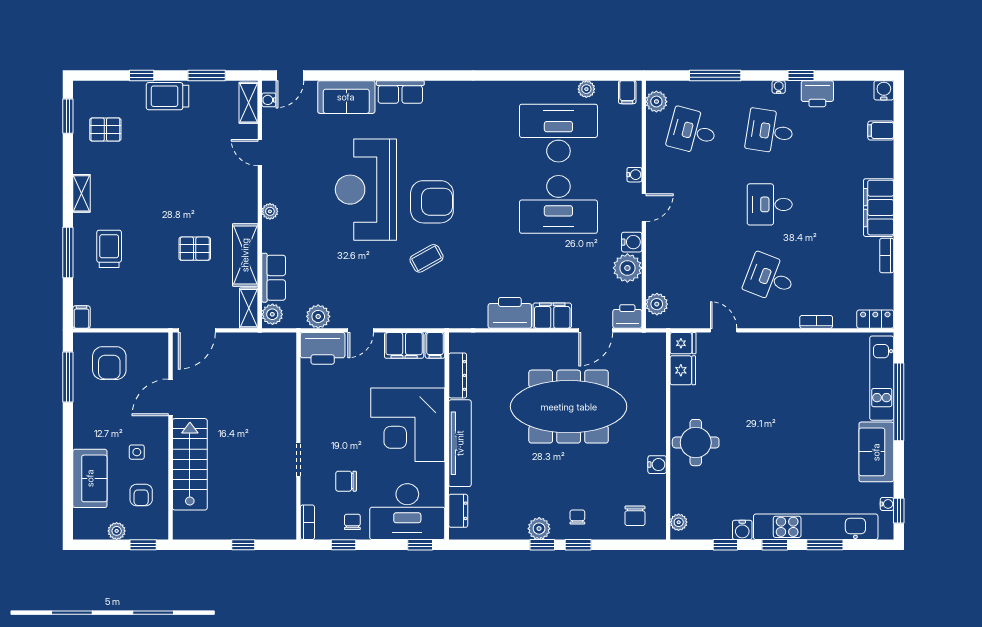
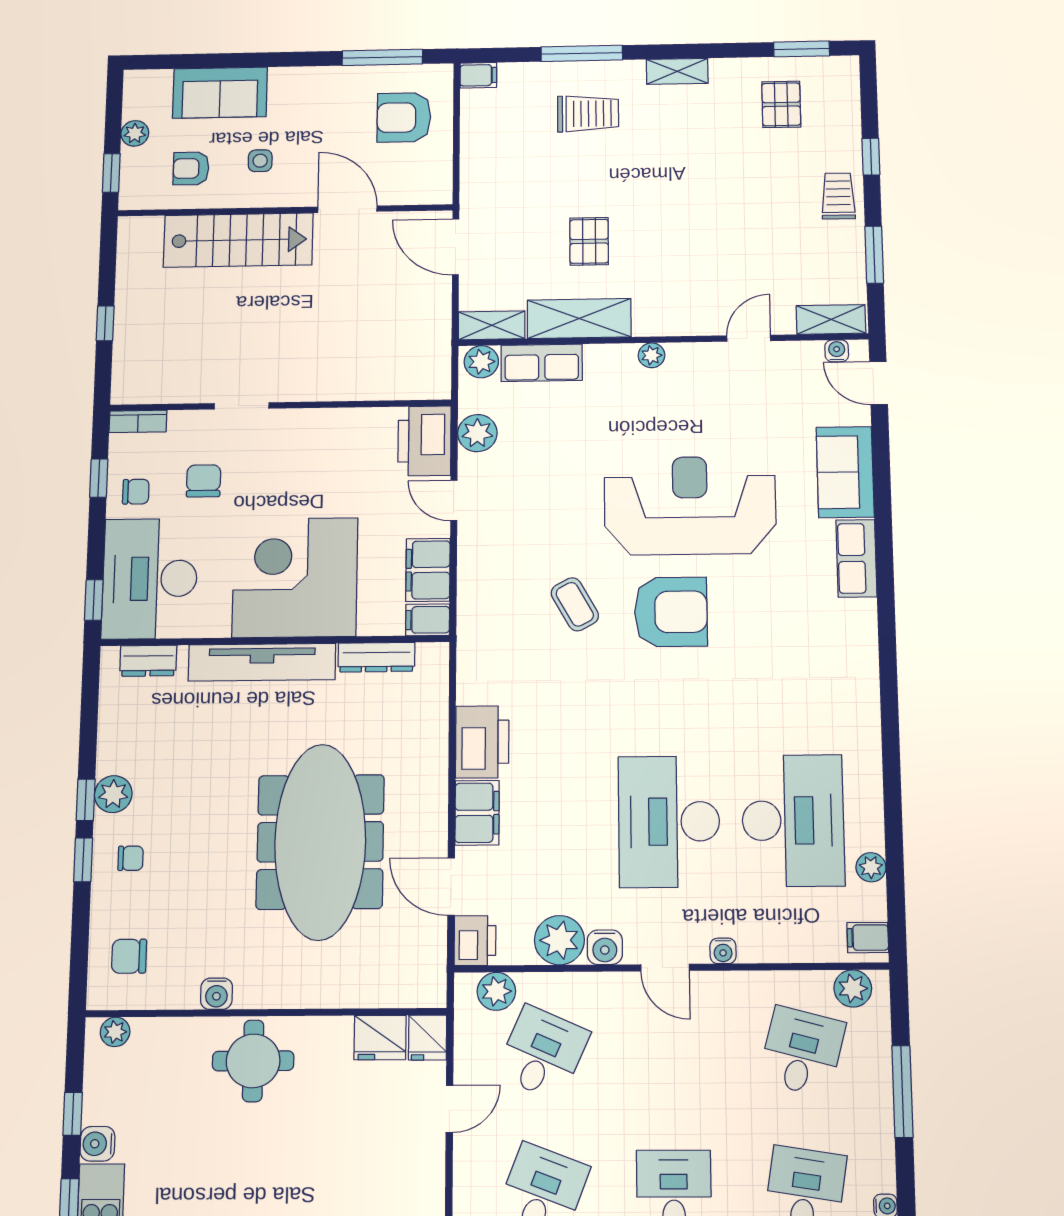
trolley: (168, 96) -> (838, 196), width x0.73, depth x0.72
armchair: (432, 202) -> (671, 612), turned -90
desk: (692, 278) -> (543, 1053), added

